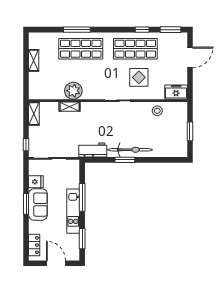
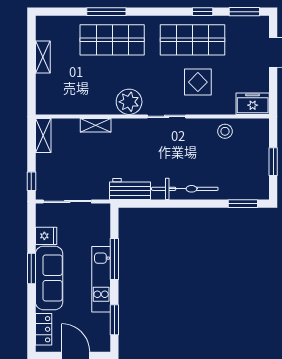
plant: (73, 91) -> (129, 102), moved
window: (125, 160) -> (243, 204), moved
sofa: (38, 205) -> (49, 278), width x1.36

